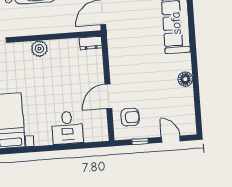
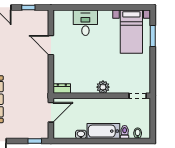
door: (108, 96) -> (51, 45), swing flipped
armchair: (130, 117) -> (35, 27), removed

